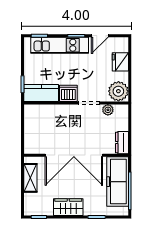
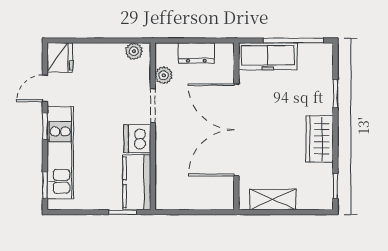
door: (100, 36) -> (45, 88), swing flipped
fridge: (120, 62) -> (60, 58), moved, turned -90
plant: (118, 91) -> (134, 51), width x0.53, depth x0.53
dresser: (122, 143) -> (196, 53), moved
double door: (74, 155) -> (236, 130), swing flipped
freezer: (118, 182) -> (268, 56), width x0.73, depth x0.79

